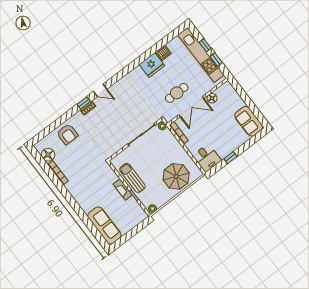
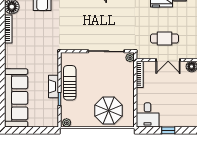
double door: (191, 107) -> (168, 60), width x0.73
sofa: (104, 225) -> (16, 98), width x1.36, depth x1.27

